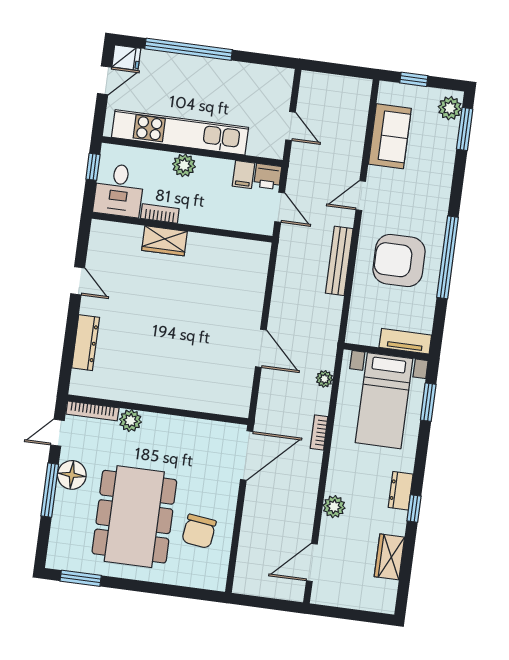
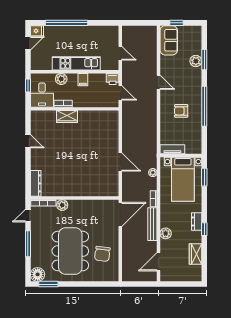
plant: (450, 108) -> (196, 61), moved
window: (465, 129) -> (204, 59), moved
kitchen unit: (180, 132) -> (76, 63), width x0.73
sofa: (390, 136) -> (169, 40), moved
plant: (184, 165) -> (61, 79), moved
filing cabinet: (243, 175) -> (83, 80), moved
door: (361, 196) -> (159, 82), swing flipped
armchair: (399, 260) -> (181, 111), width x0.53, depth x0.53
bench: (339, 261) -> (152, 224), moved
tv unit: (405, 341) -> (172, 149), moved
dresser: (86, 343) -> (36, 183), moved
floor lamp: (72, 475) -> (38, 274), moved

